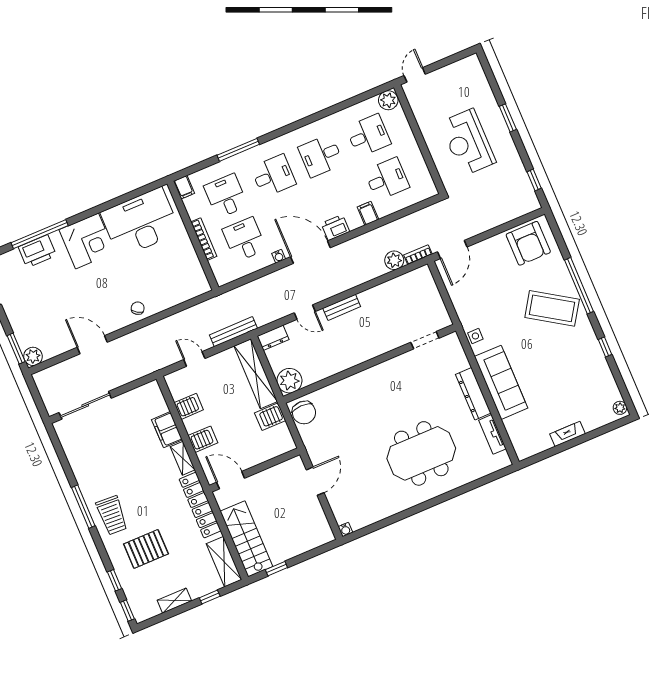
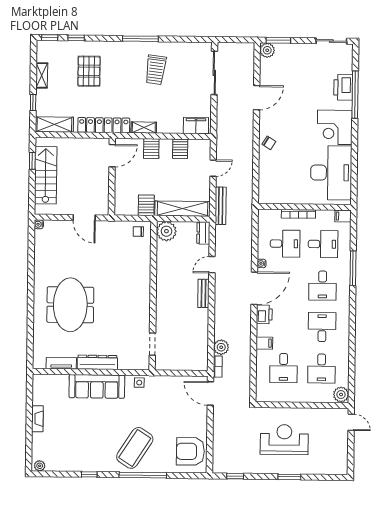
chair: (304, 413) -> (138, 232), width x0.54, depth x0.54
filing cabinet: (167, 430) -> (196, 126), moved
trolley: (112, 515) -> (156, 70), moved, turned -86
stairs: (246, 539) -> (46, 175), moved, turned -90

